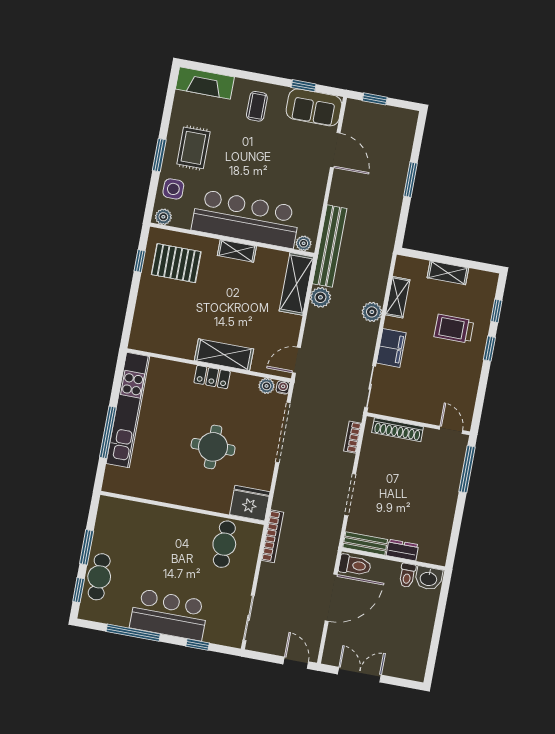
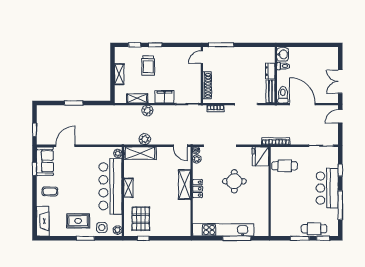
bench: (330, 246) -> (117, 139), removed

